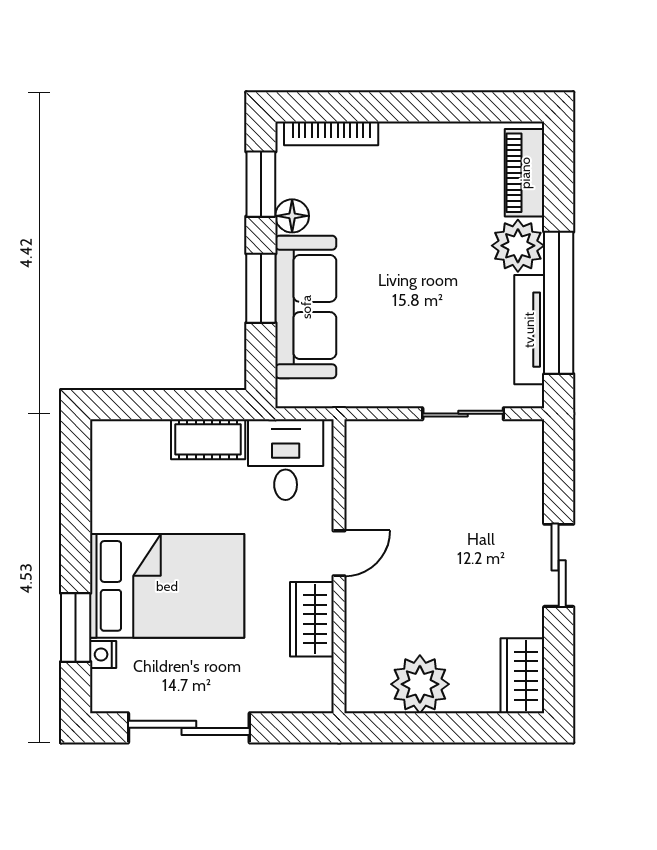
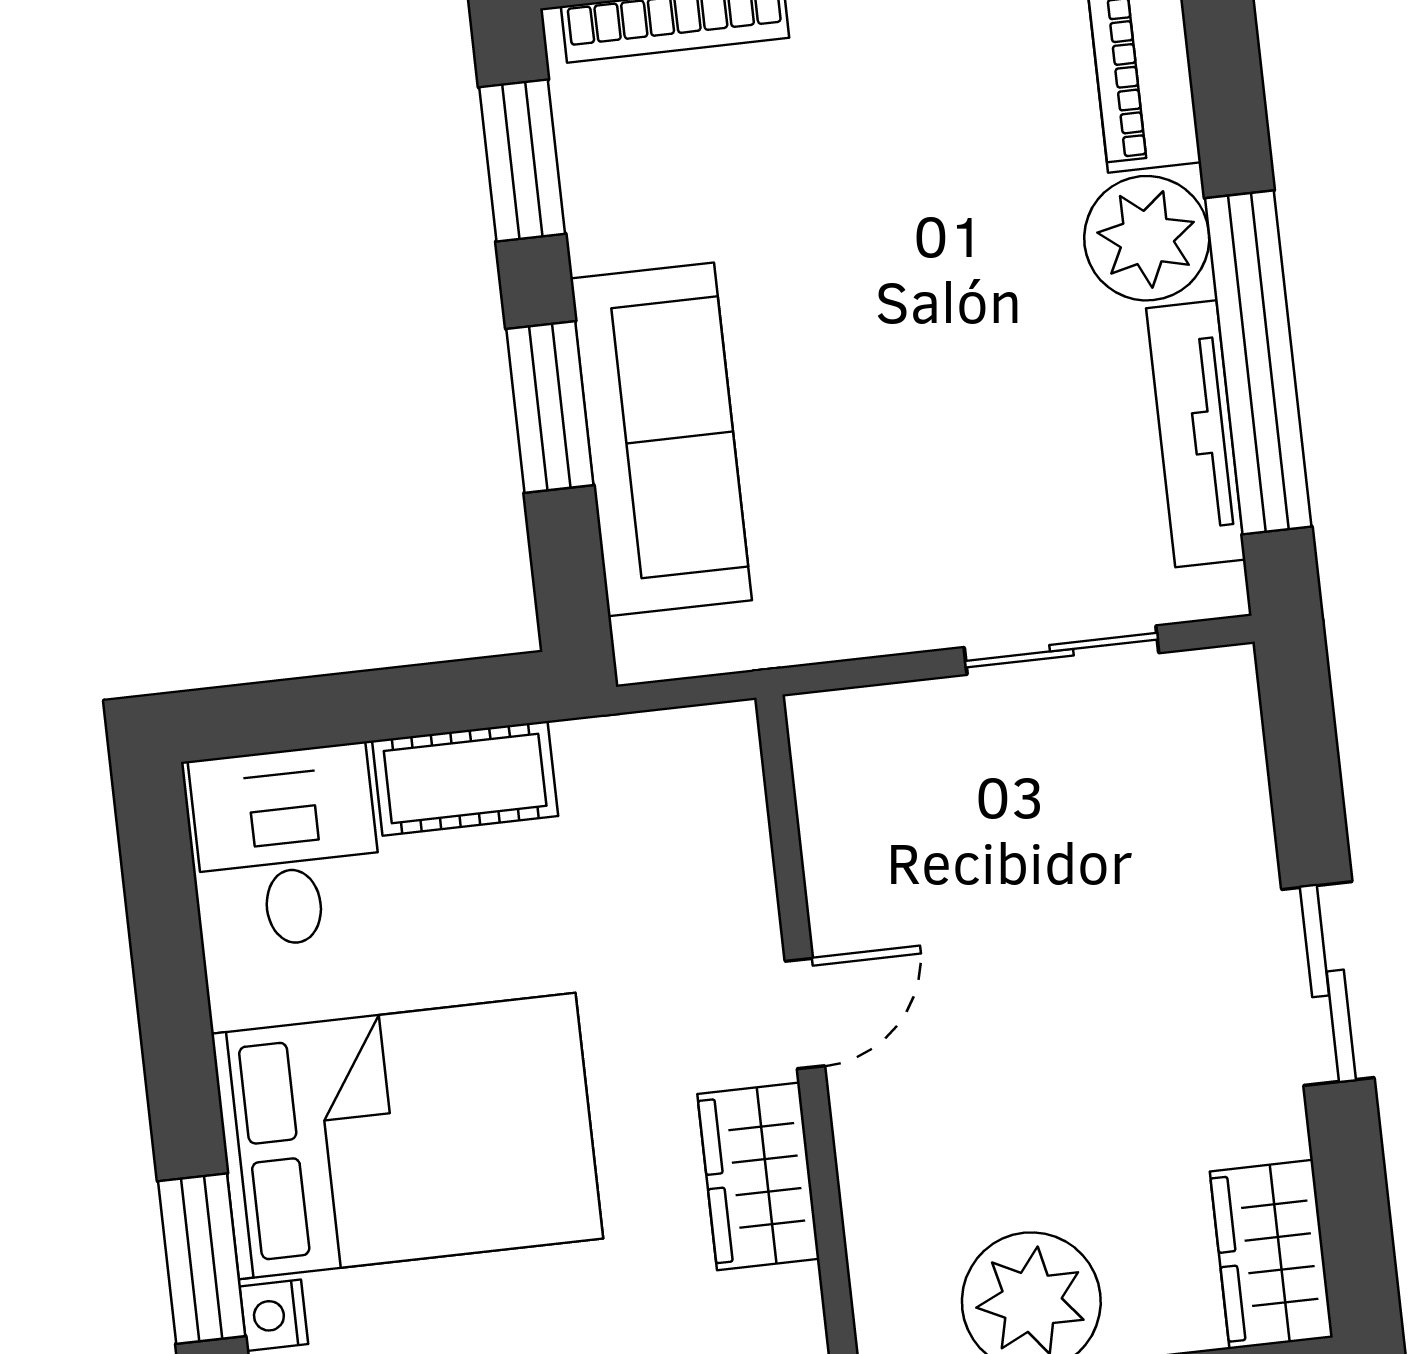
floor lamp: (292, 216) -> (605, 228), removed
desk: (286, 460) -> (287, 847), moved

